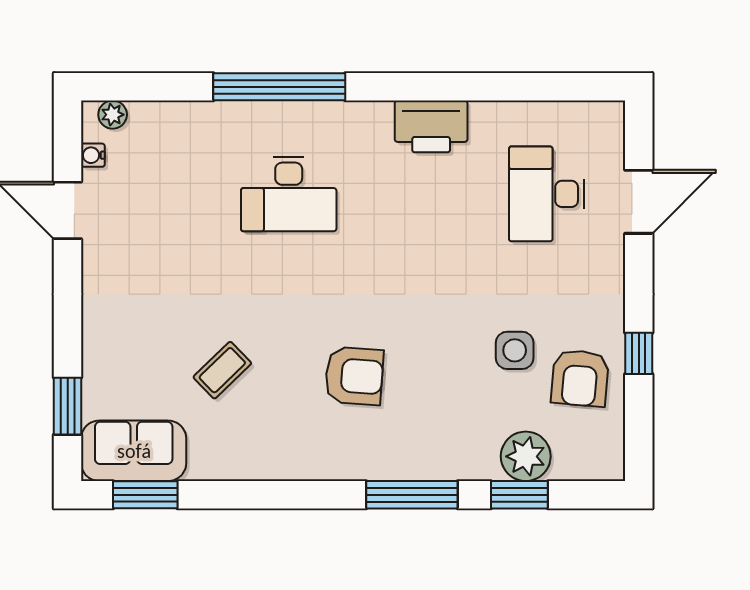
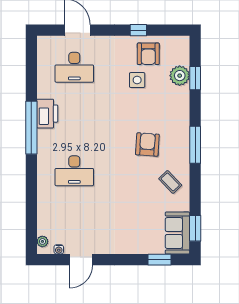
window: (279, 87) -> (31, 128), moved
desk: (289, 194) -> (74, 171), turned 90
coffee table: (222, 370) -> (170, 182), moved
armchair: (580, 378) -> (148, 54), turned 85
window: (412, 495) -> (195, 145), moved

